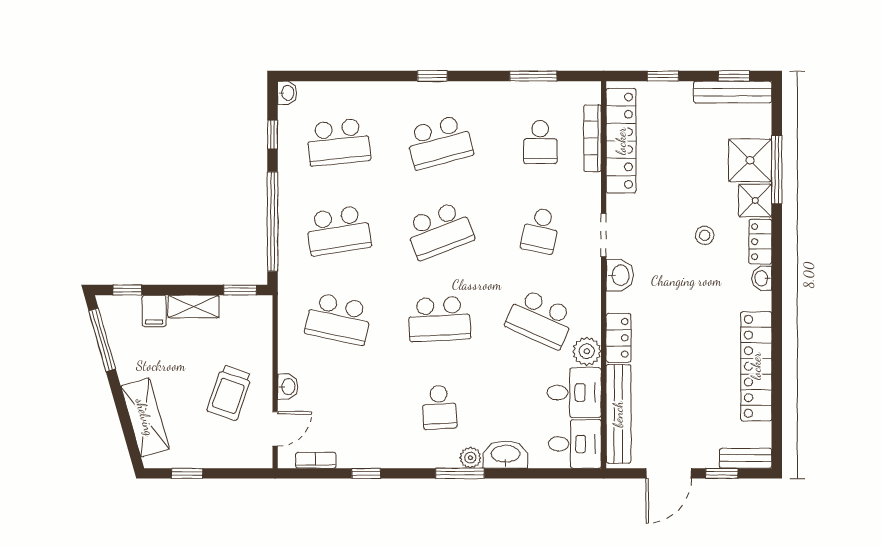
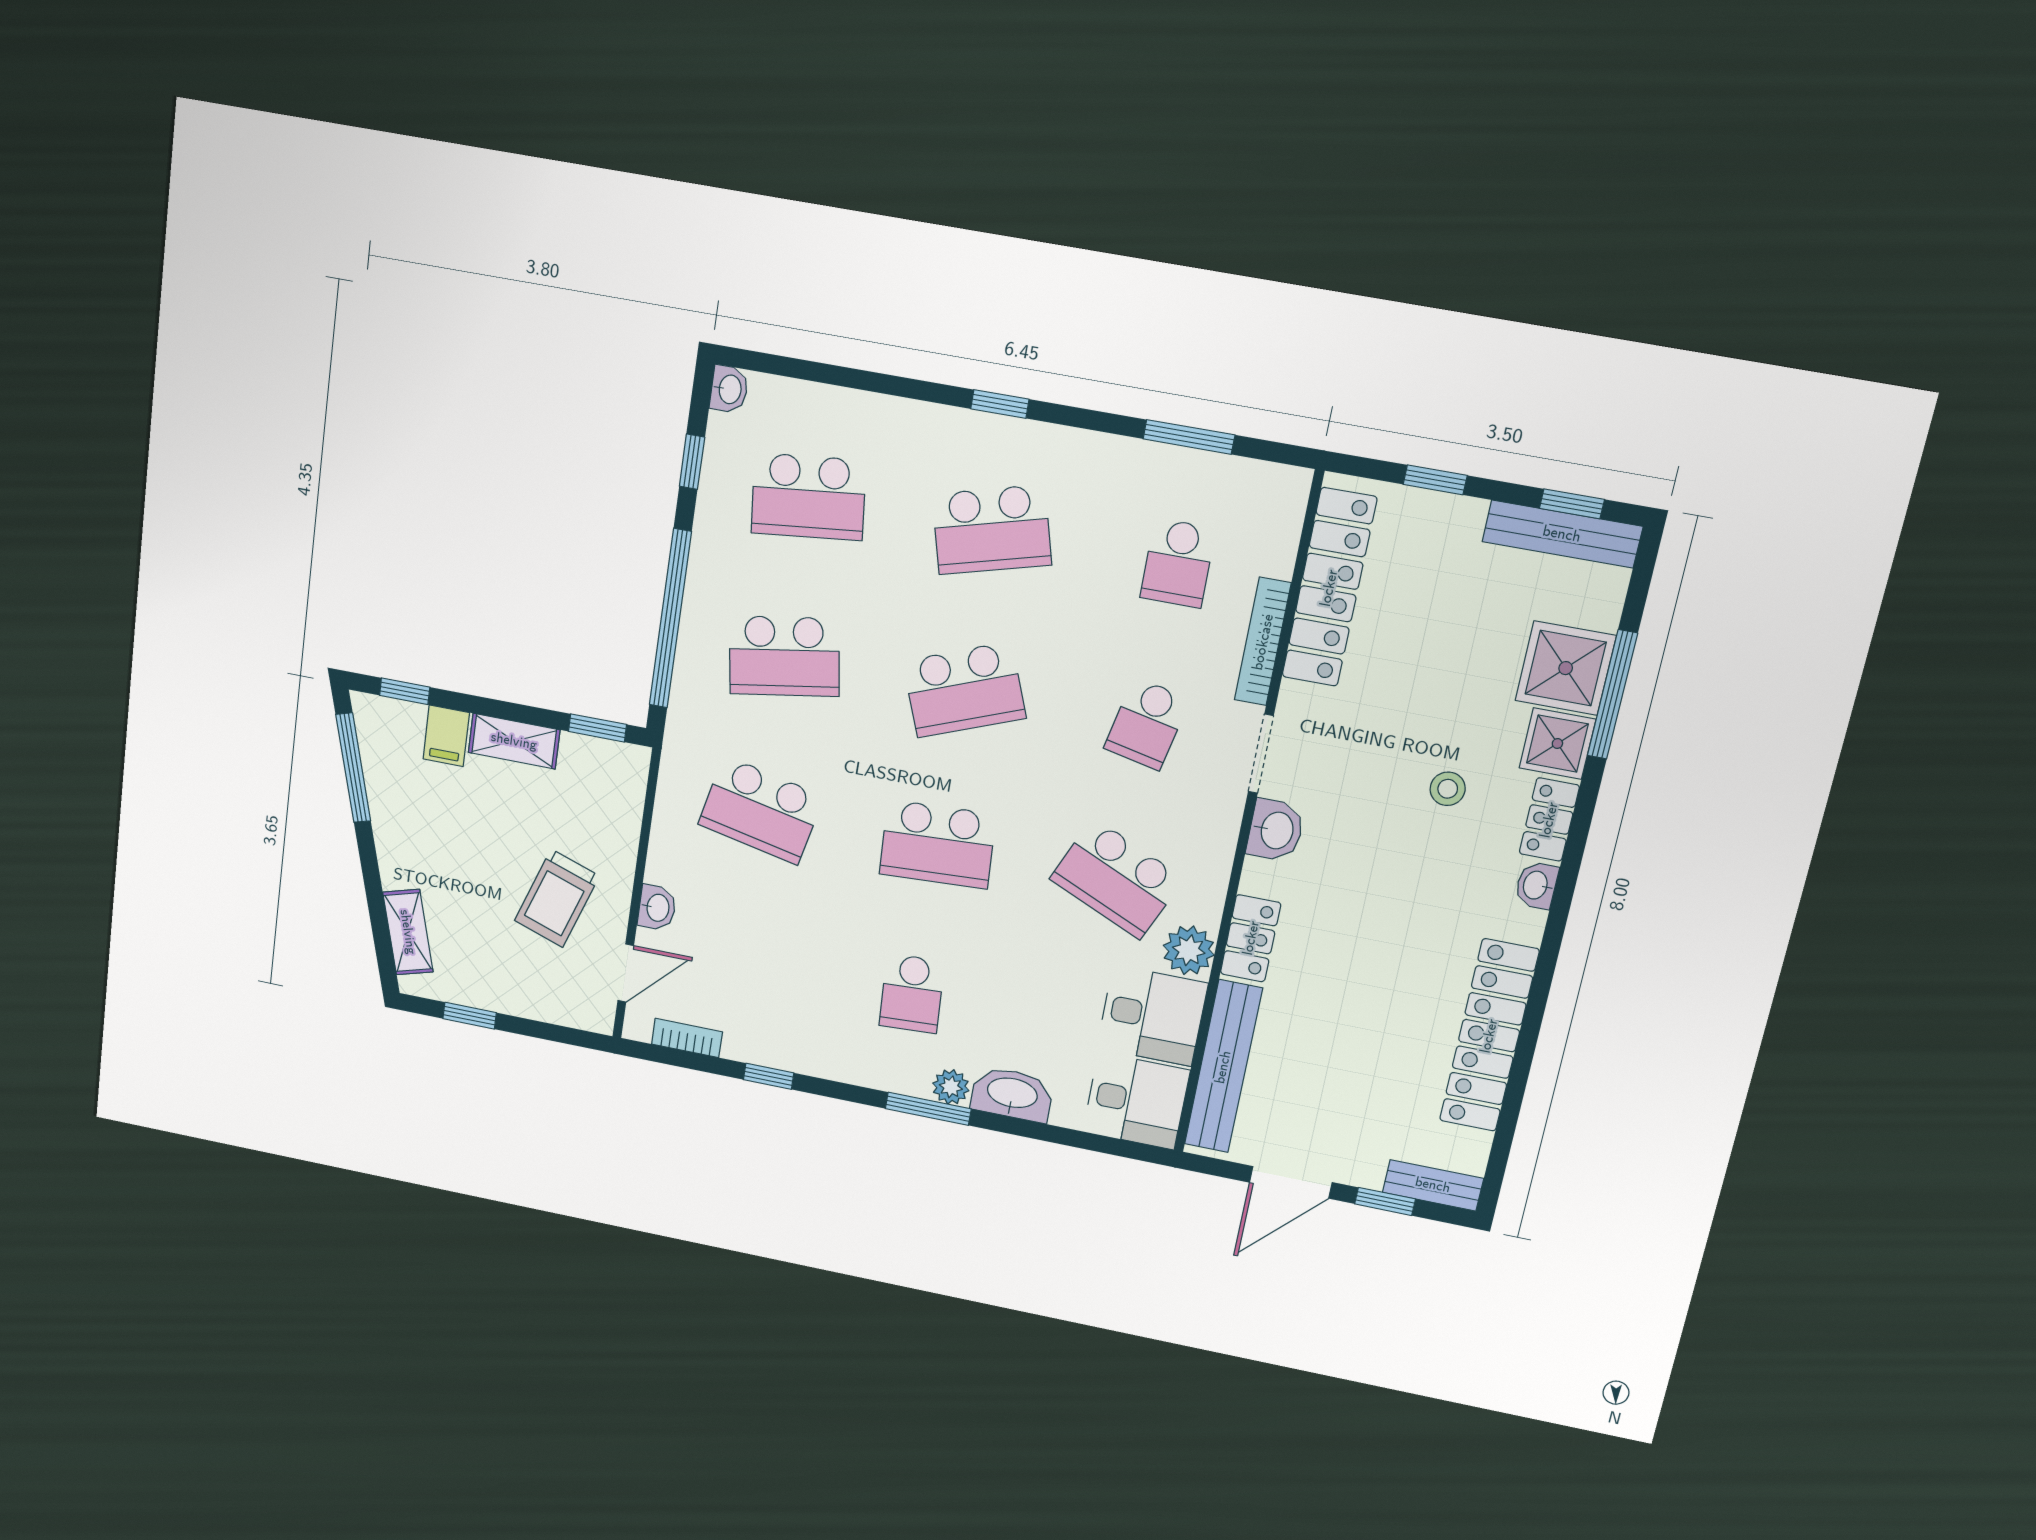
bookcase: (592, 138) -> (1263, 642), moved
shelving: (145, 417) -> (408, 932), width x0.67, depth x0.75

